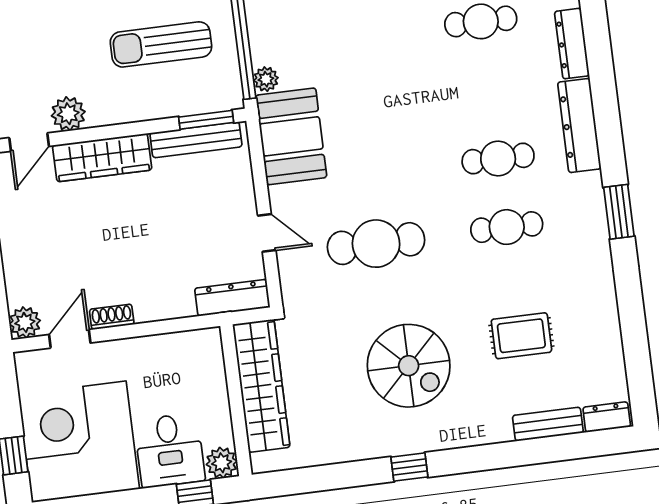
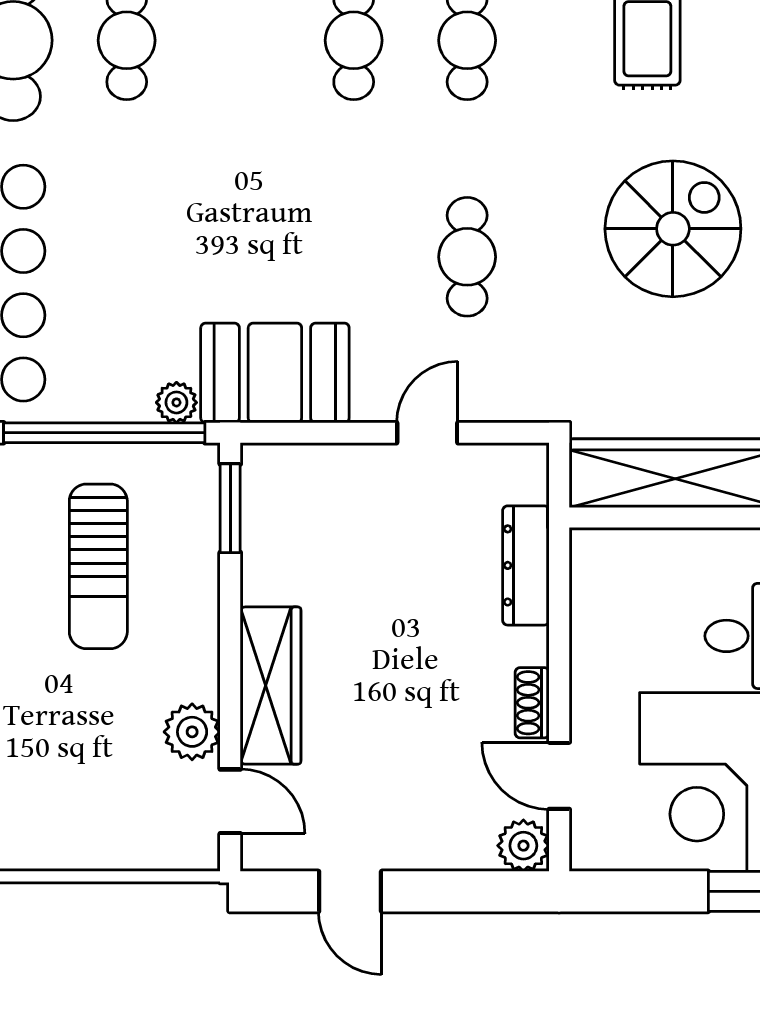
bench: (196, 140) -> (261, 529), removed
cafe table: (376, 244) -> (467, 257), width x0.73, depth x0.74
dresser: (232, 298) -> (526, 565), moved

